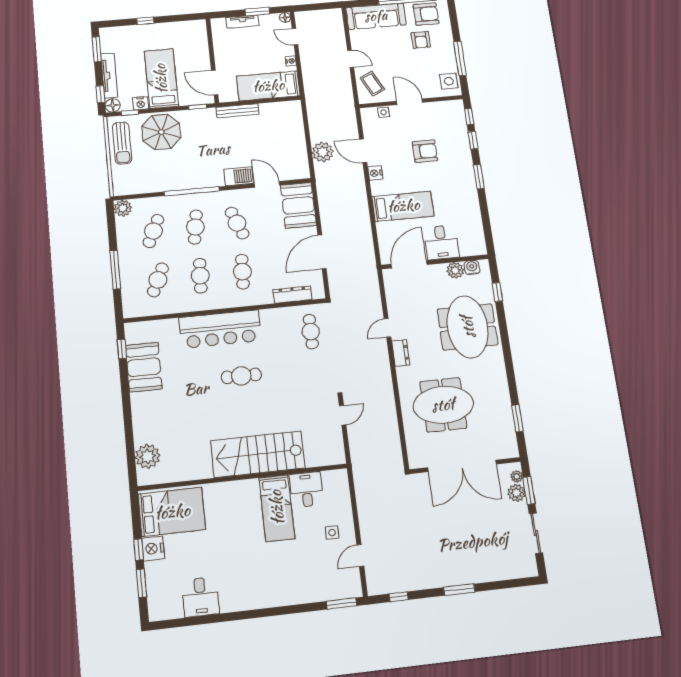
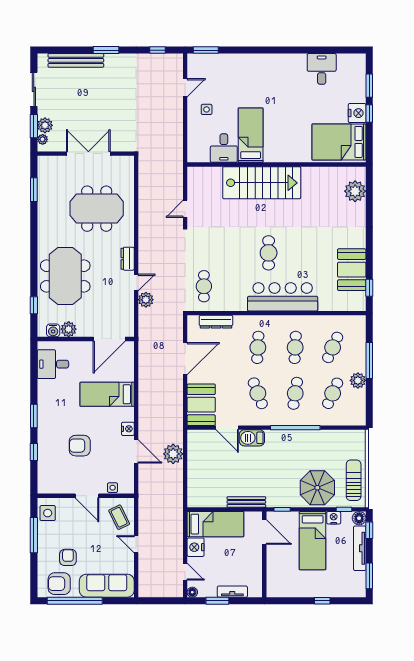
nightstand: (291, 61) -> (196, 547), width x1.89, depth x1.79
window: (469, 117) -> (34, 476), removed
plant: (123, 208) -> (358, 380), moved
desk: (441, 242) -> (53, 364), moved, turned -90
plant: (374, 310) -> (146, 300), added
cafe table: (241, 376) -> (269, 253), turned 90
double door: (462, 466) -> (88, 154), width x0.73
bench: (493, 573) -> (76, 60), added

